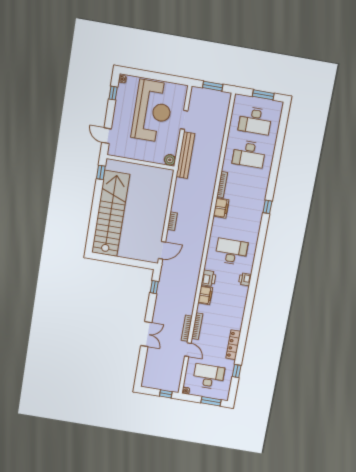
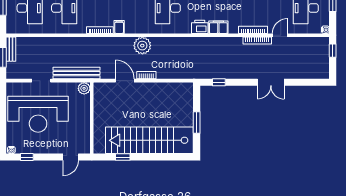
bench: (219, 95) -> (11, 49), added
reception desk: (152, 111) -> (38, 114), turned 180
window: (101, 172) -> (123, 157), moved
filing cabinet: (221, 208) -> (119, 27), width x0.50
plant: (201, 222) -> (142, 46), added
door: (162, 250) -> (125, 81), moved
window: (120, 260) -> (197, 122), added
double door: (146, 334) -> (271, 82), swing flipped

